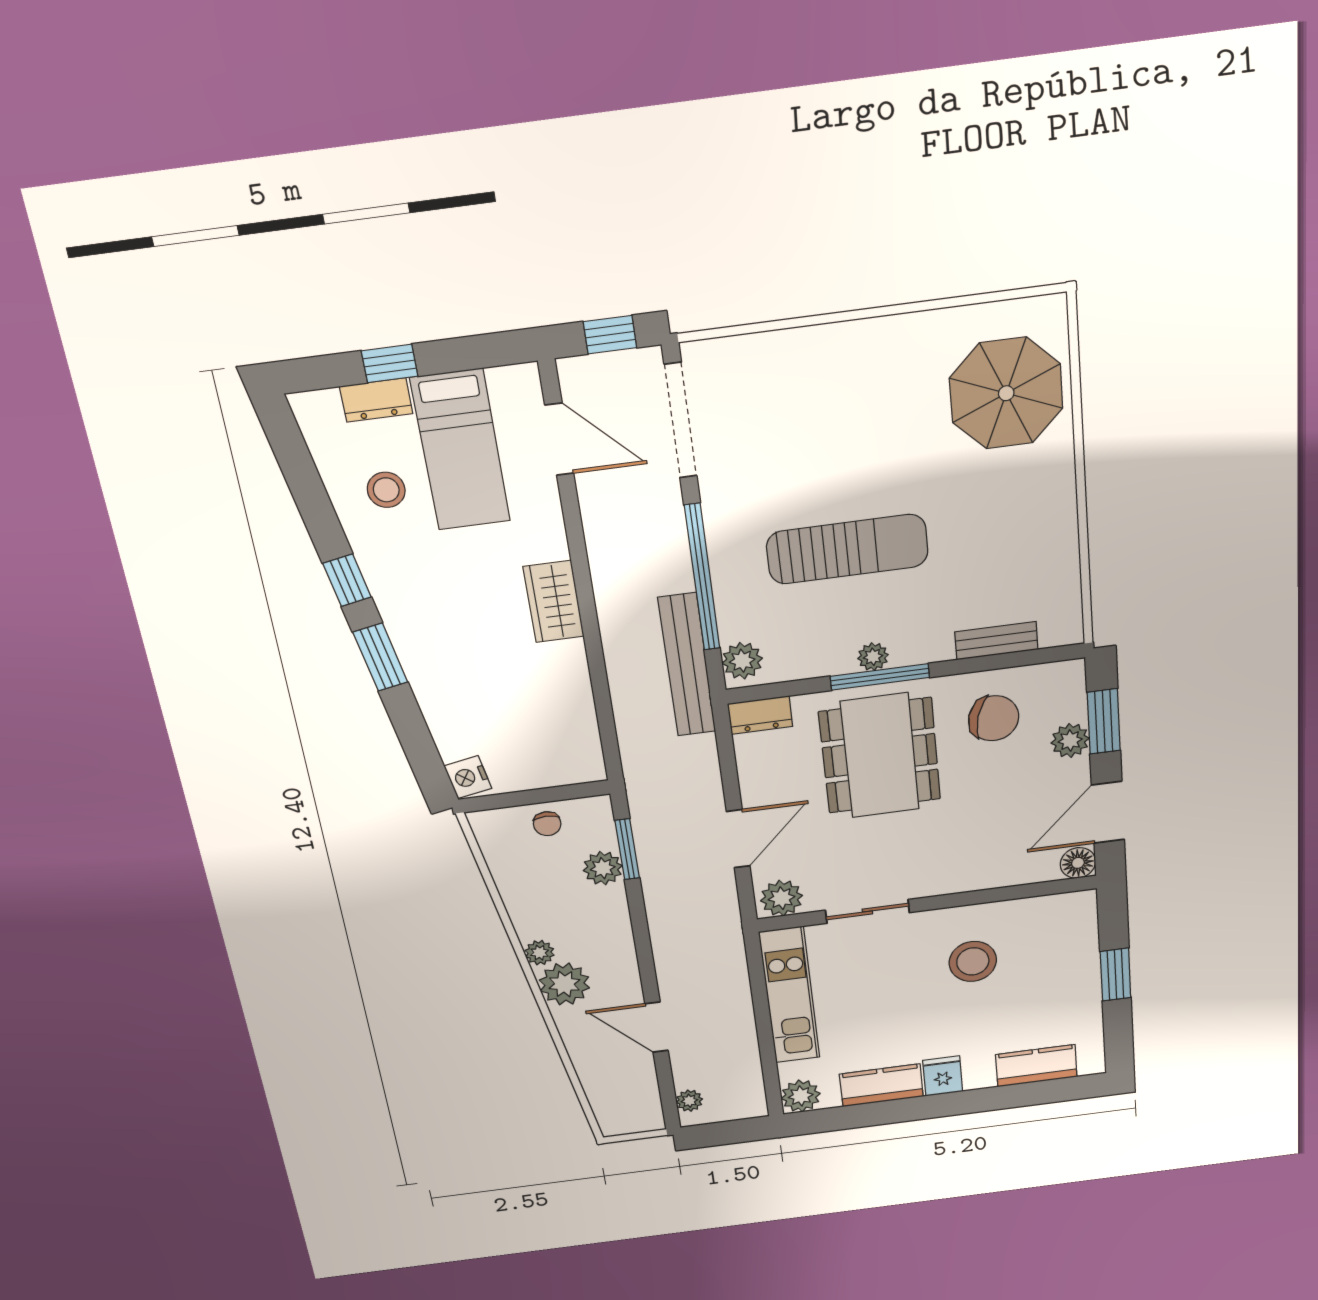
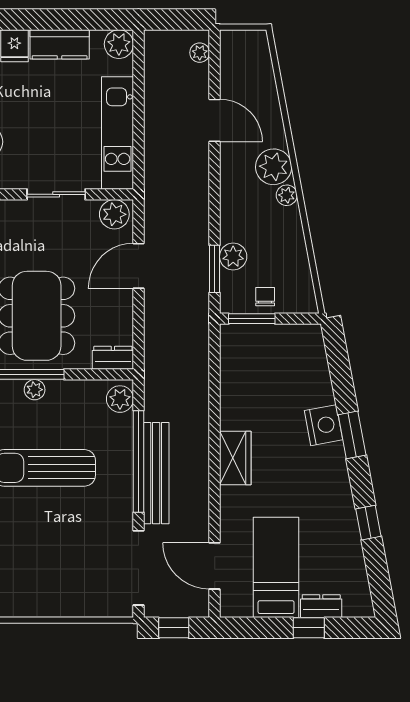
stool: (386, 490) -> (326, 548), removed
window: (347, 580) -> (368, 523), moved
bench: (687, 665) -> (156, 473), moved
nightstand: (468, 777) -> (324, 425), moved, width x1.36, depth x1.33
window: (562, 793) -> (252, 319), added

